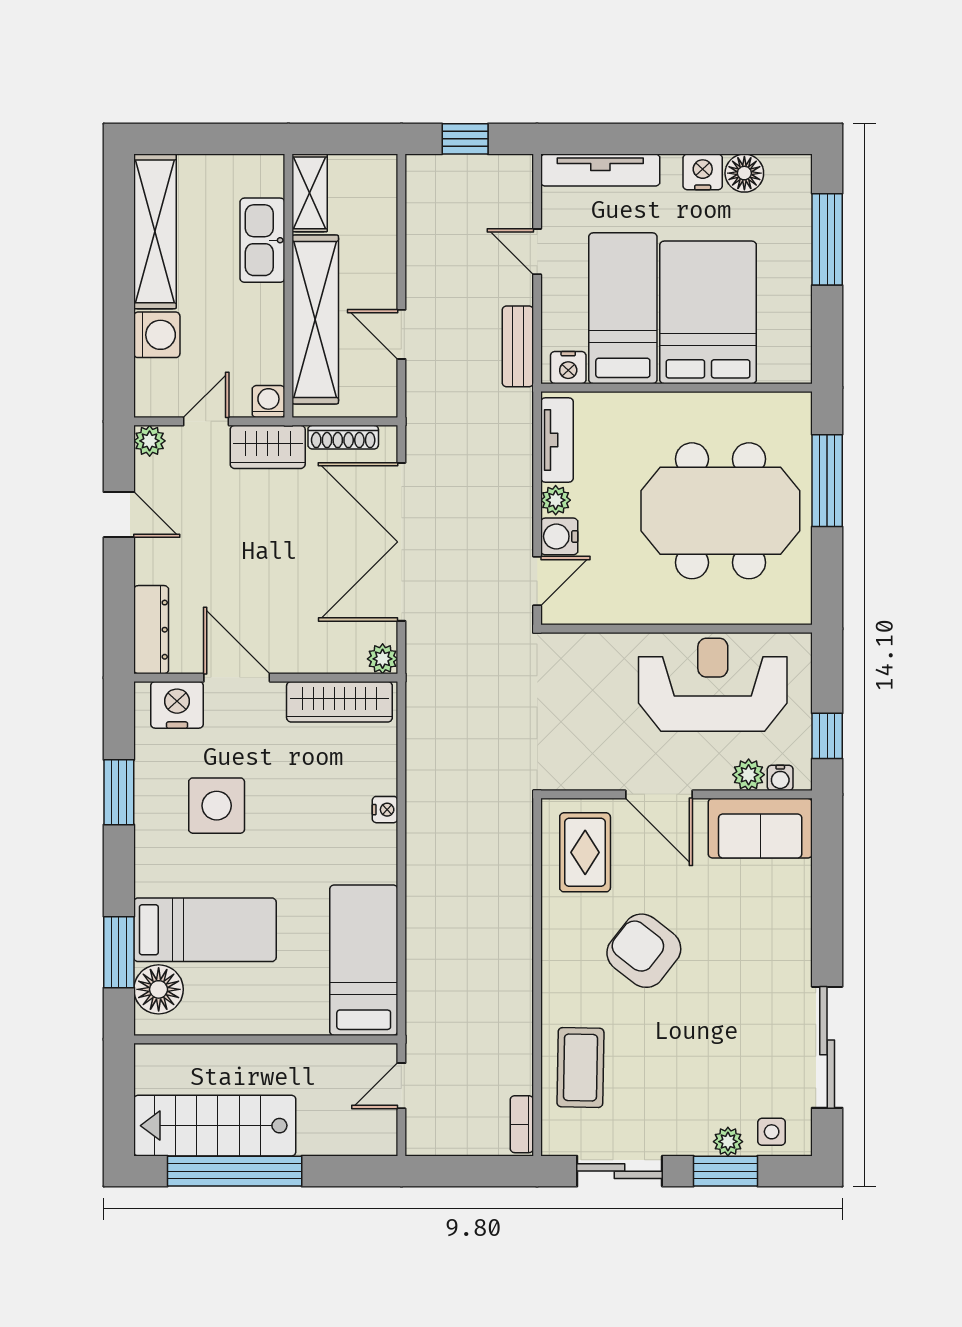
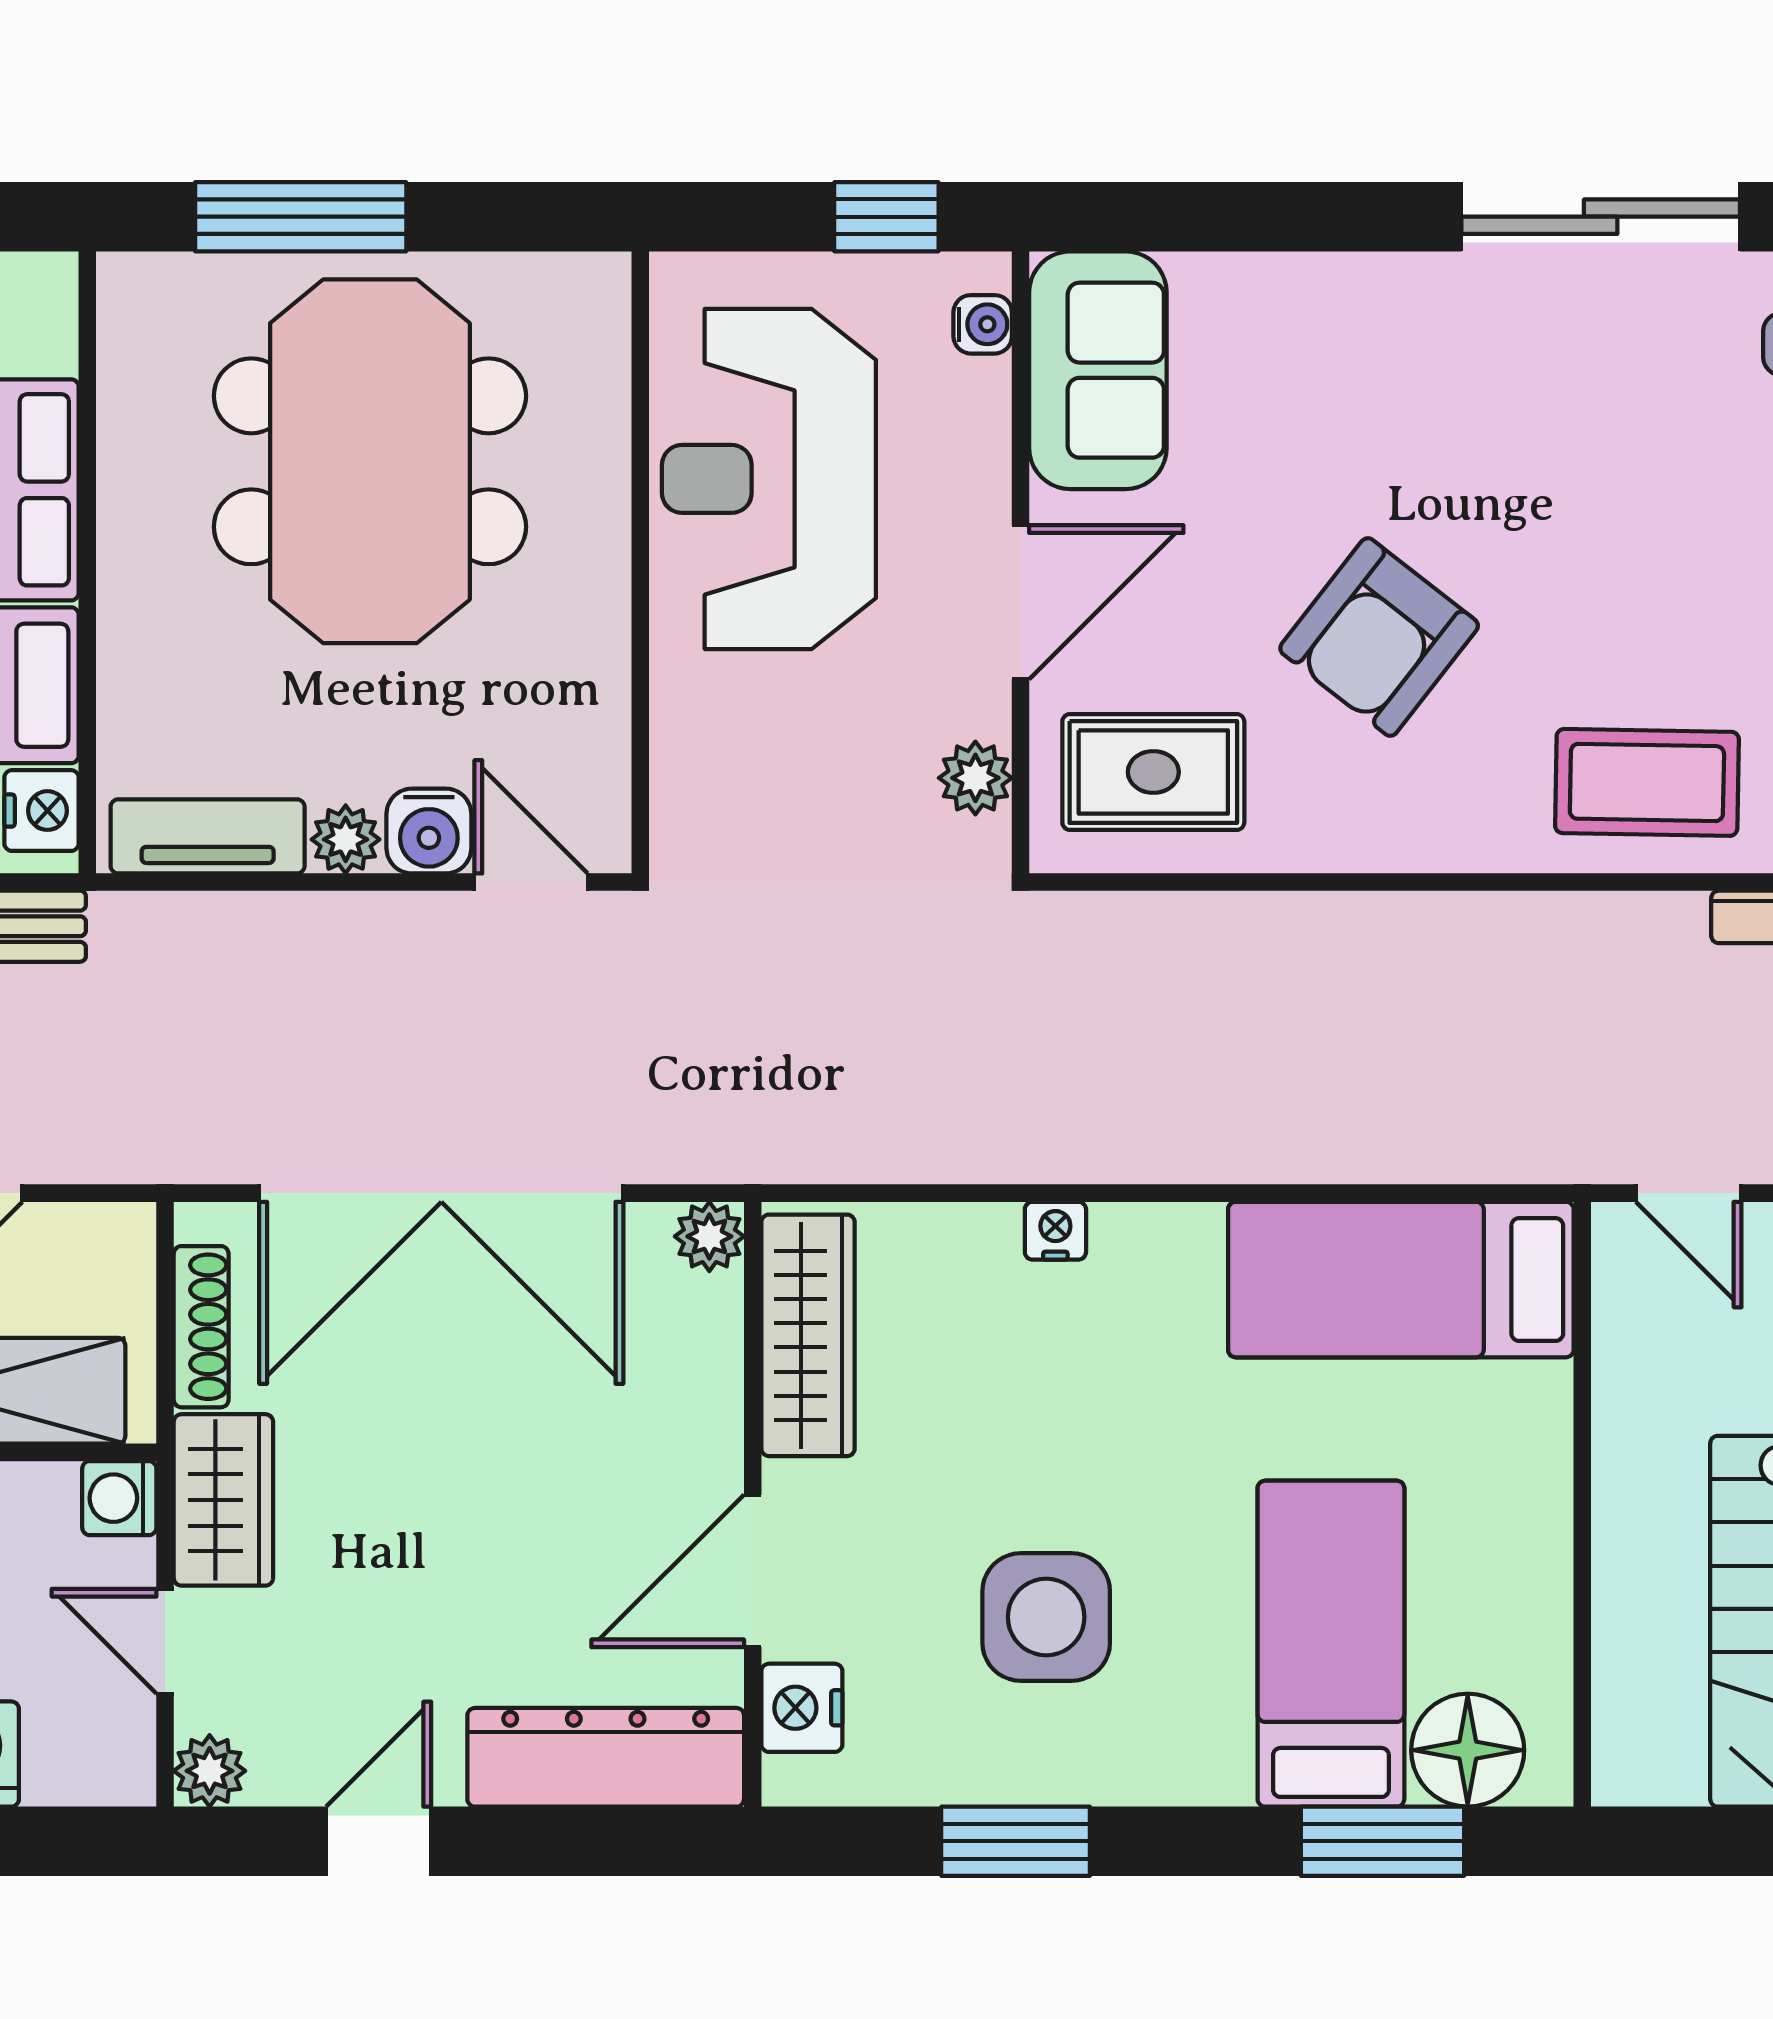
dresser: (151, 630) -> (606, 1757), width x1.37, depth x1.24
nightstand: (177, 705) -> (802, 1708), width x0.74, depth x0.75
plant: (749, 775) -> (975, 778), moved

